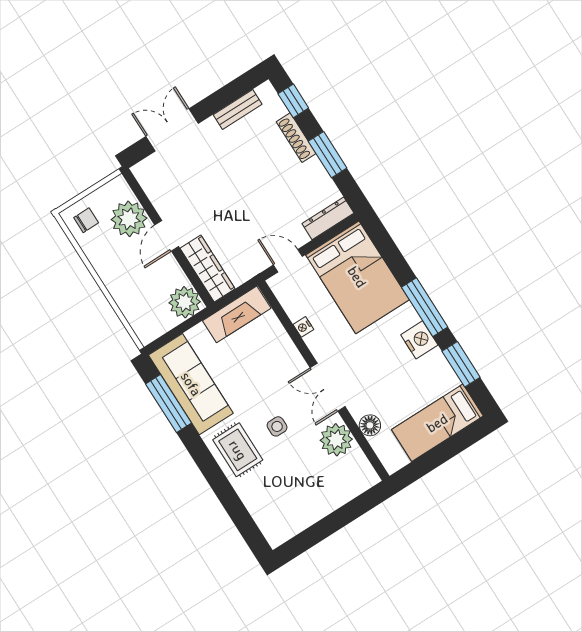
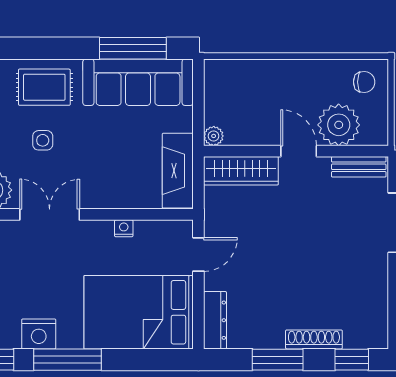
bench: (238, 109) -> (359, 167), moved, turned 90
chair: (86, 220) -> (364, 82), turned -90
plant: (185, 302) -> (214, 136), width x0.53, depth x0.53

